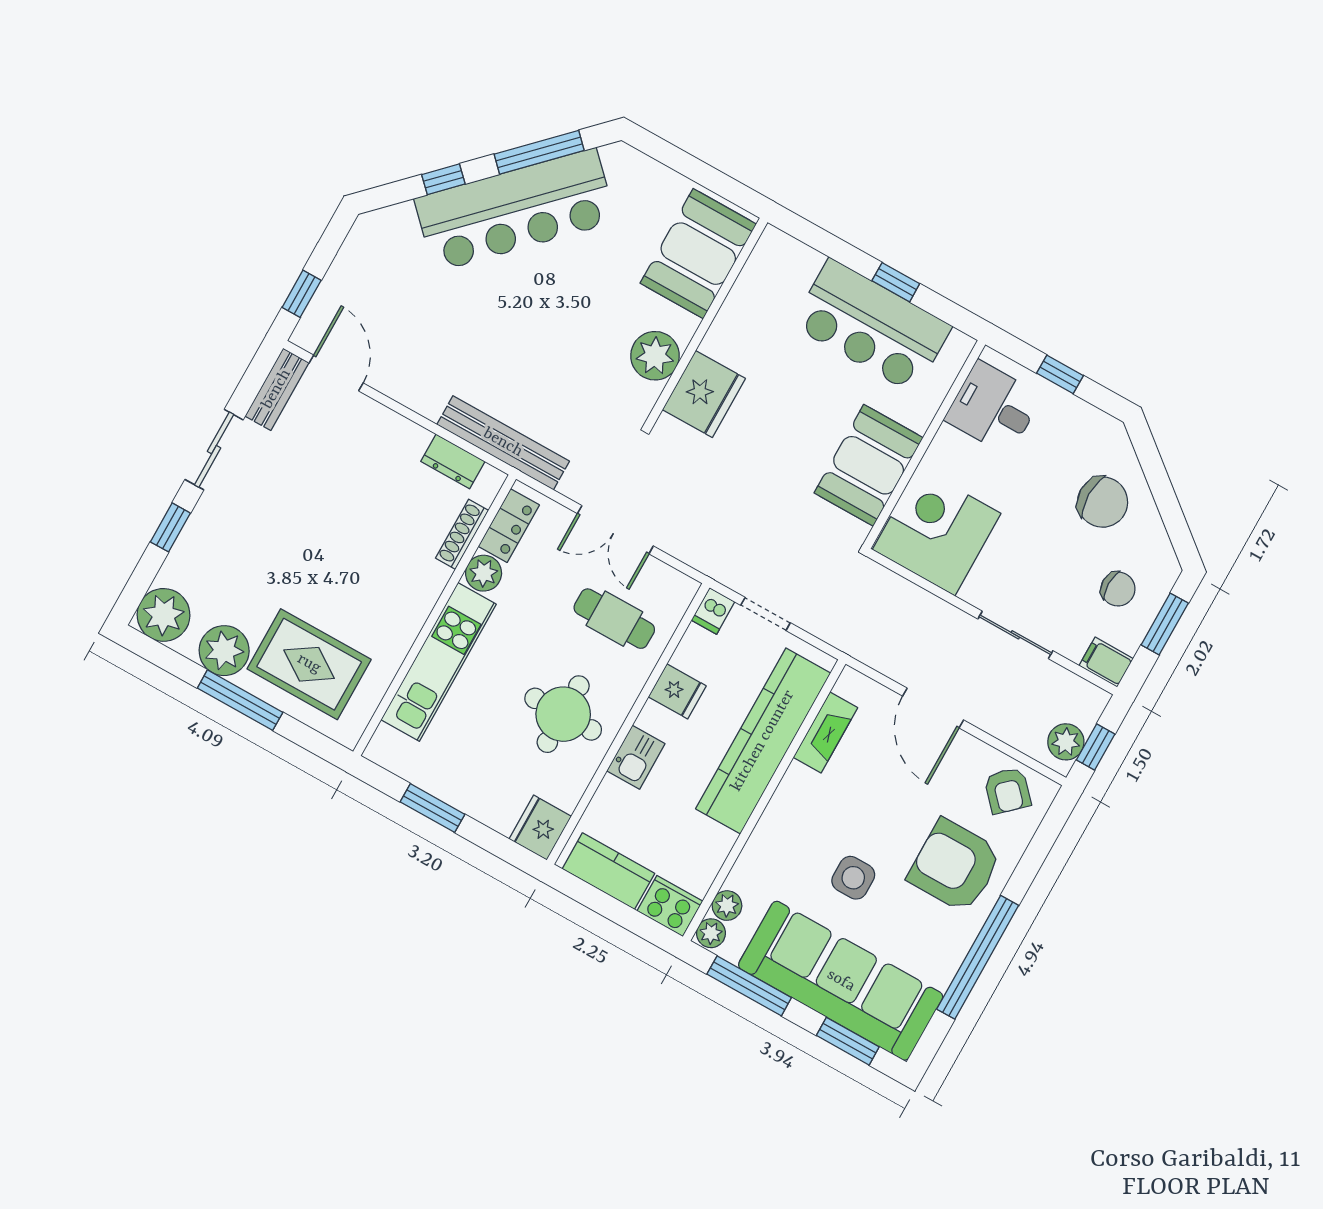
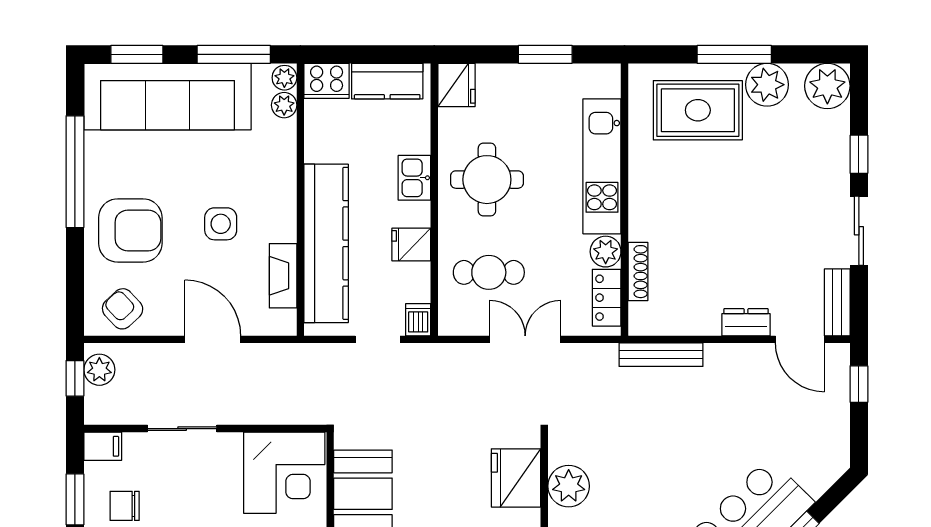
bench: (503, 443) -> (661, 355), width x0.73, depth x0.82
dresser: (453, 461) -> (746, 322), moved
side table: (853, 878) -> (221, 224), moved

